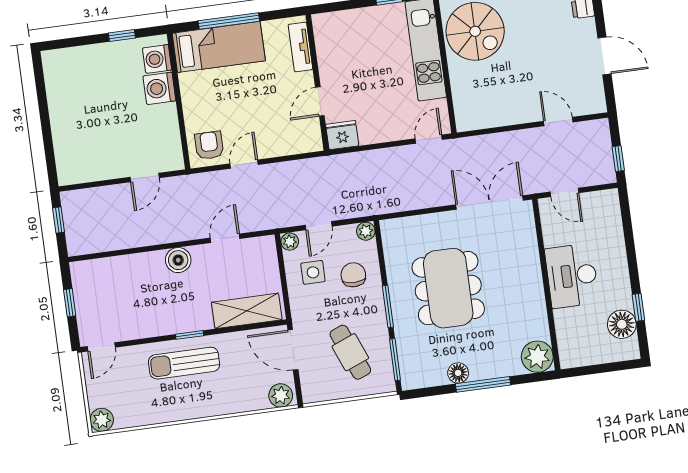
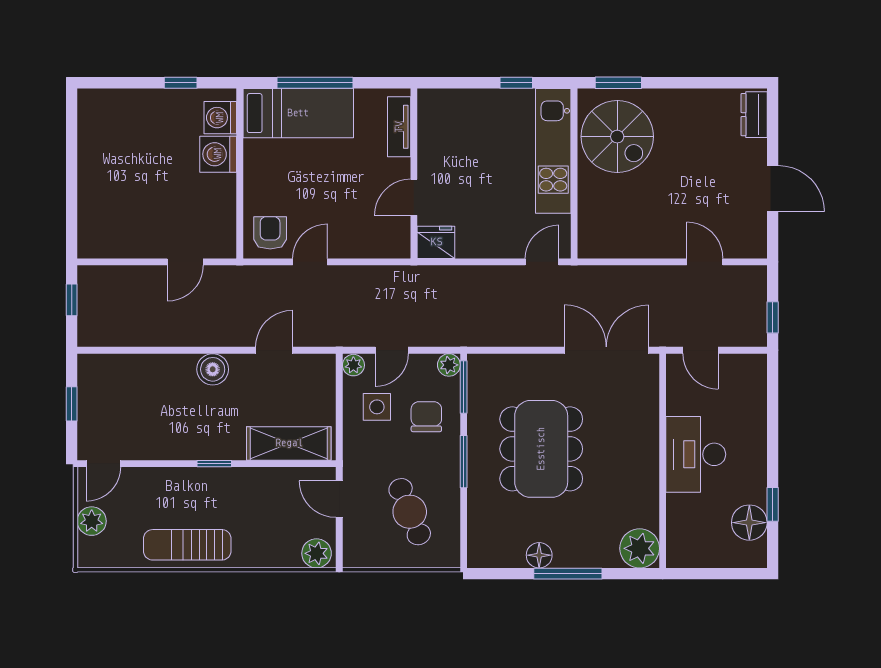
door: (293, 350) -> (339, 499), width x0.73
window: (395, 360) -> (464, 387), moved
sun lounger: (184, 363) -> (187, 545), moved
plant: (102, 420) -> (92, 521), moved

